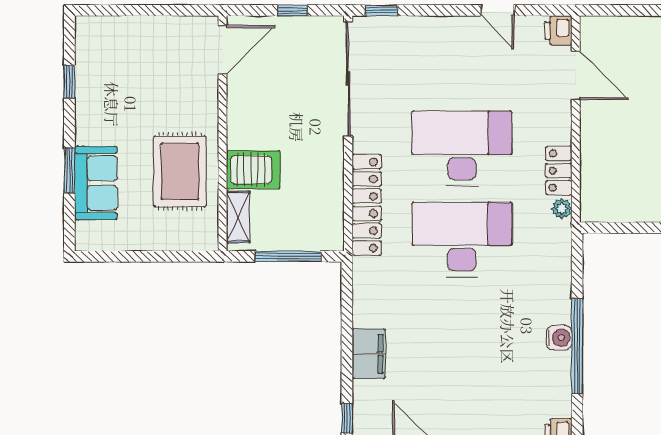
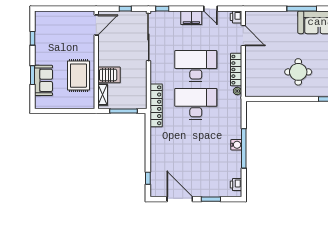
locker: (559, 171) -> (236, 70), width x1.53
locker: (367, 205) -> (156, 105), moved
filing cabinet: (369, 354) -> (191, 18), moved, turned 90

